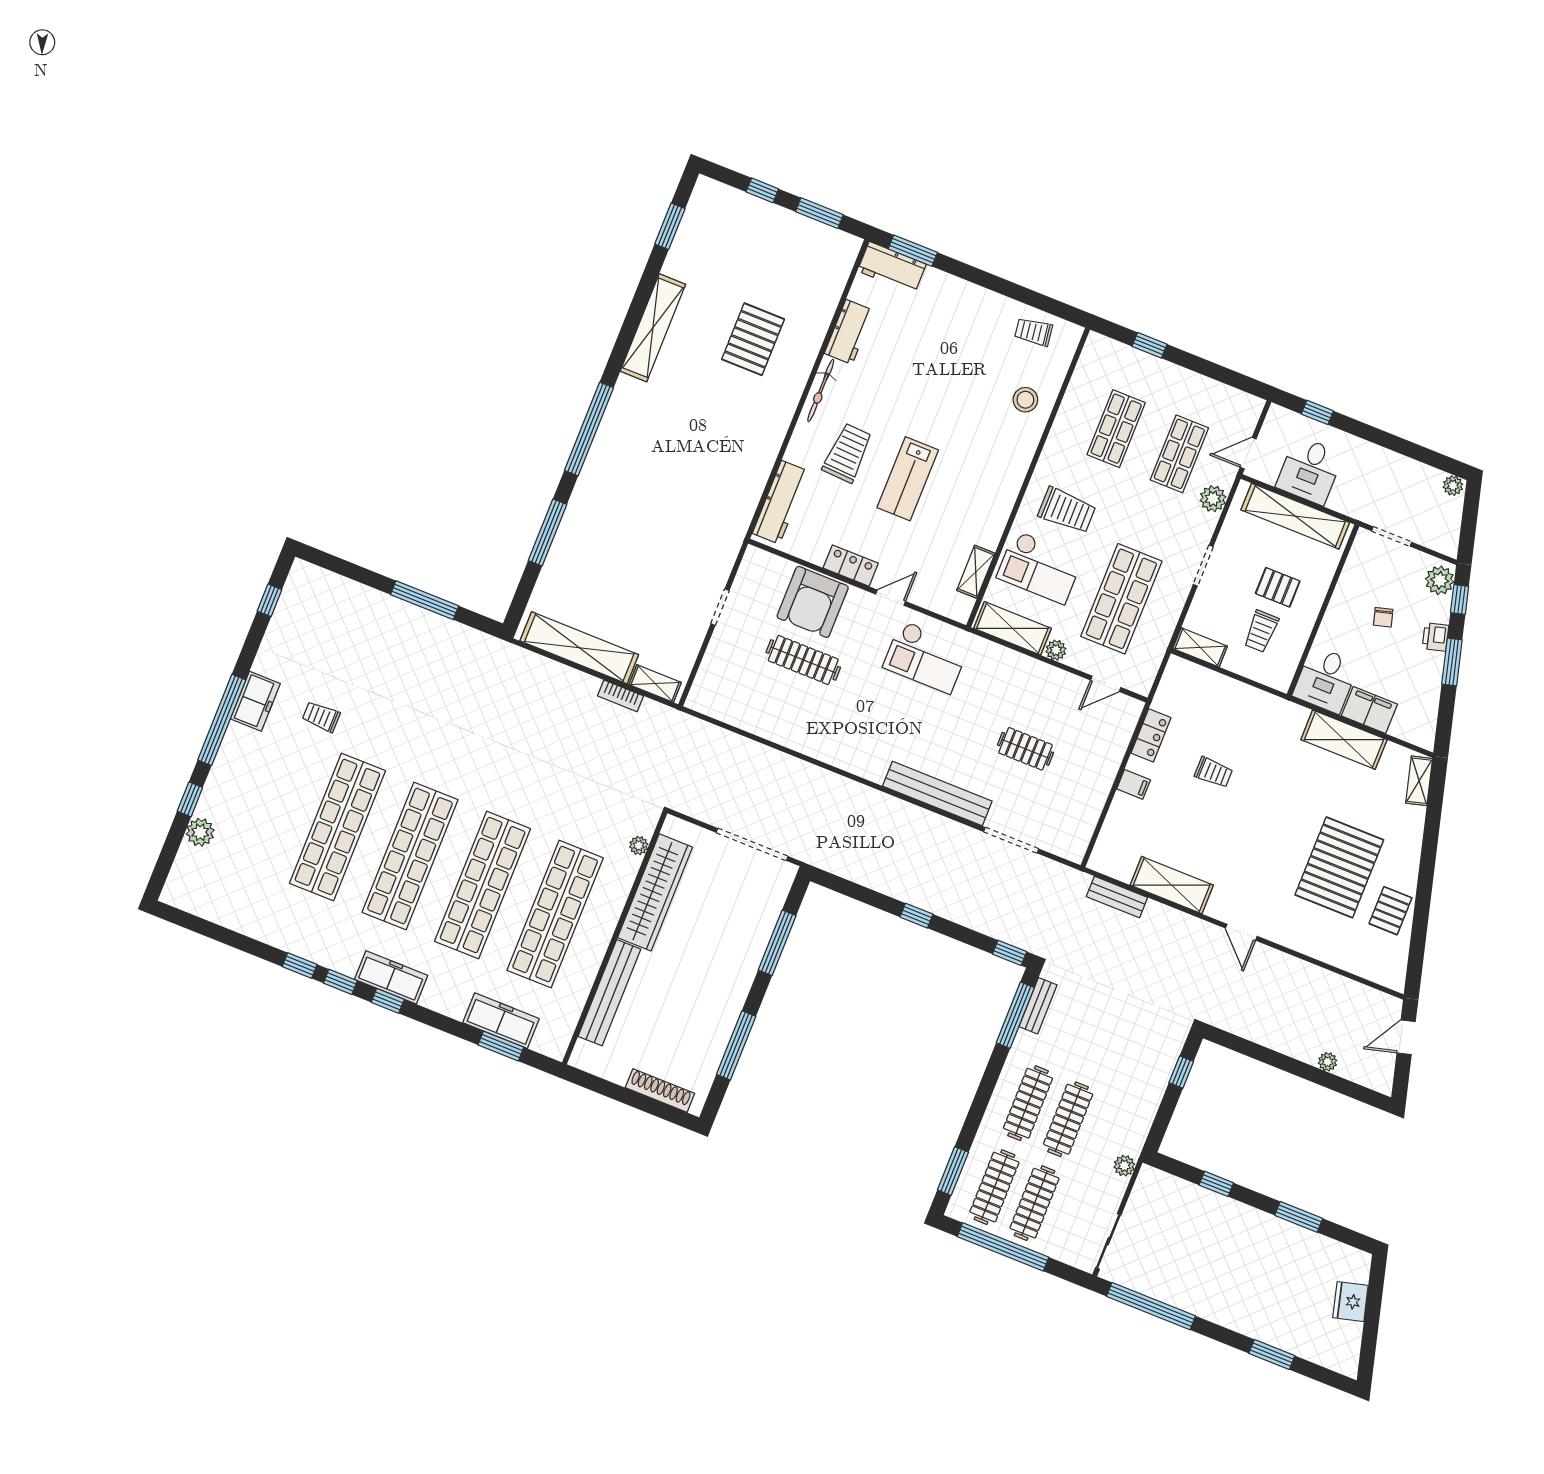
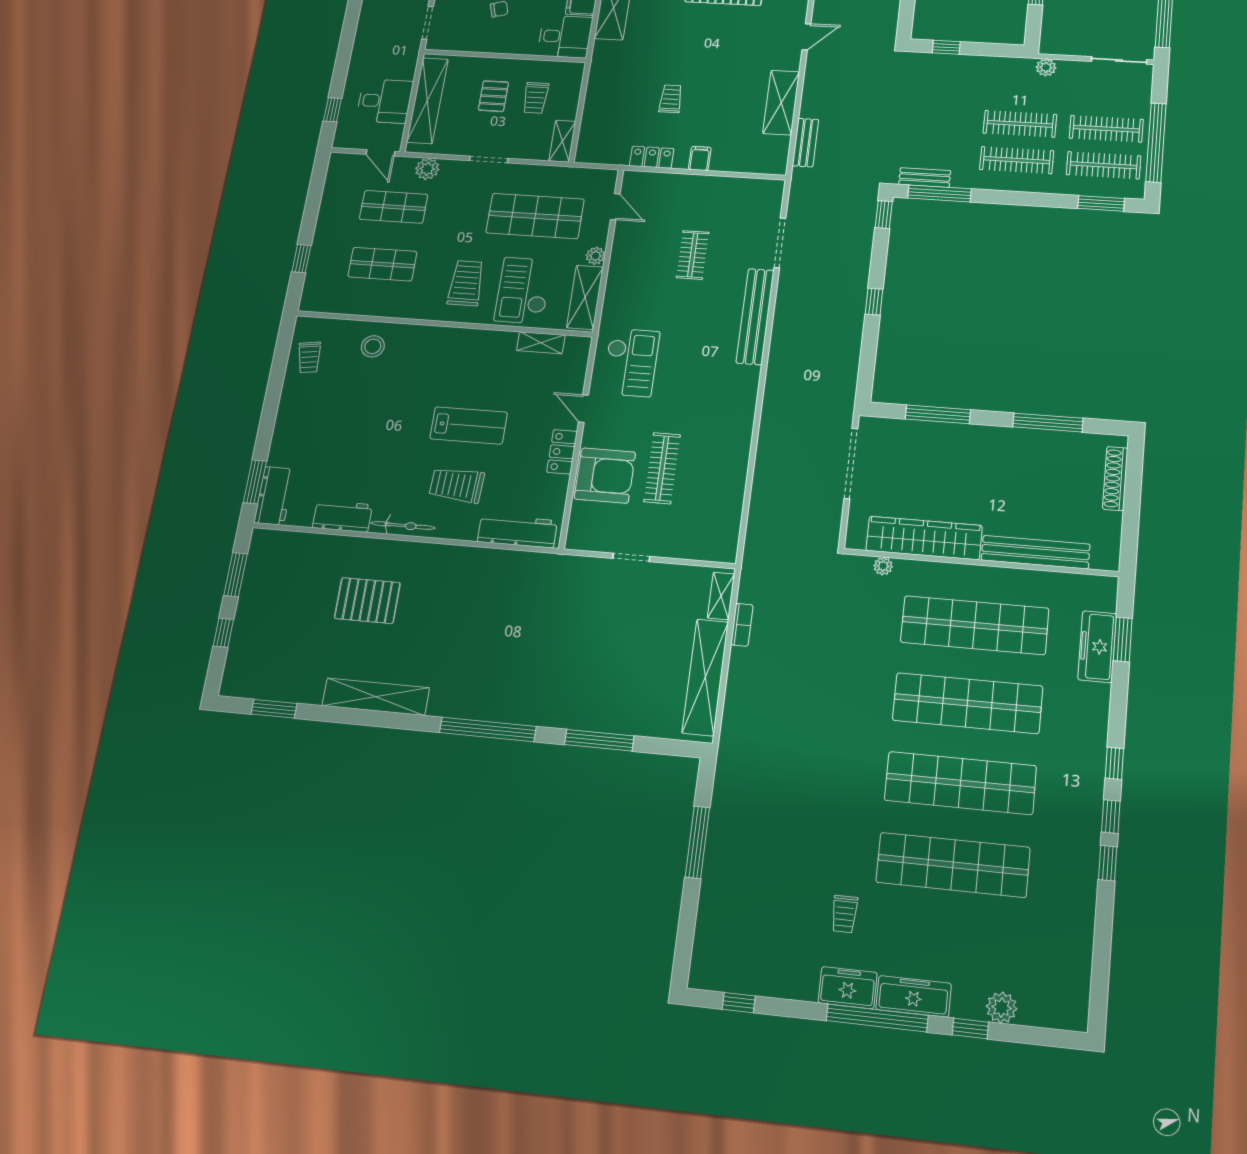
checkout: (1040, 567) -> (523, 291), turned 180
trolley: (1261, 631) -> (536, 98), turned 90
freezer: (391, 977) -> (914, 996), moved, turned 90

